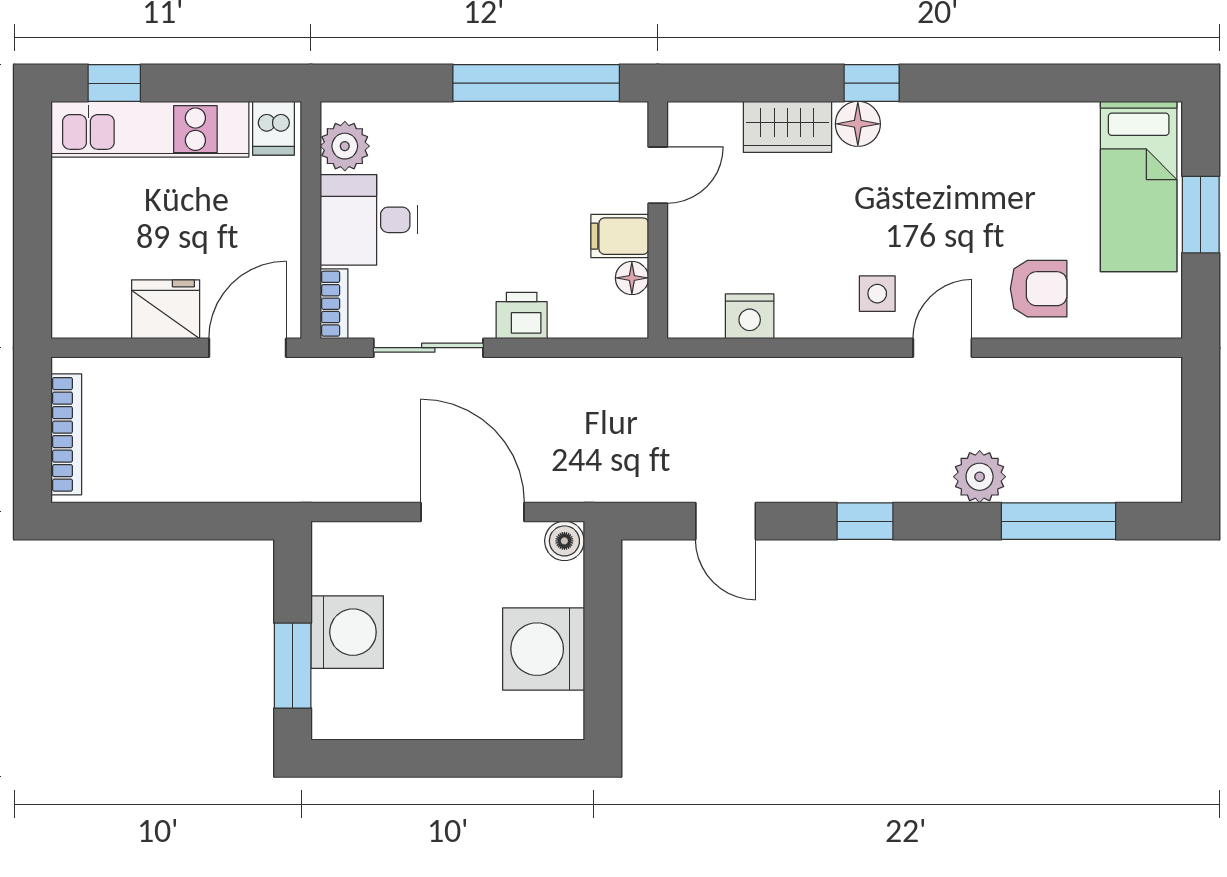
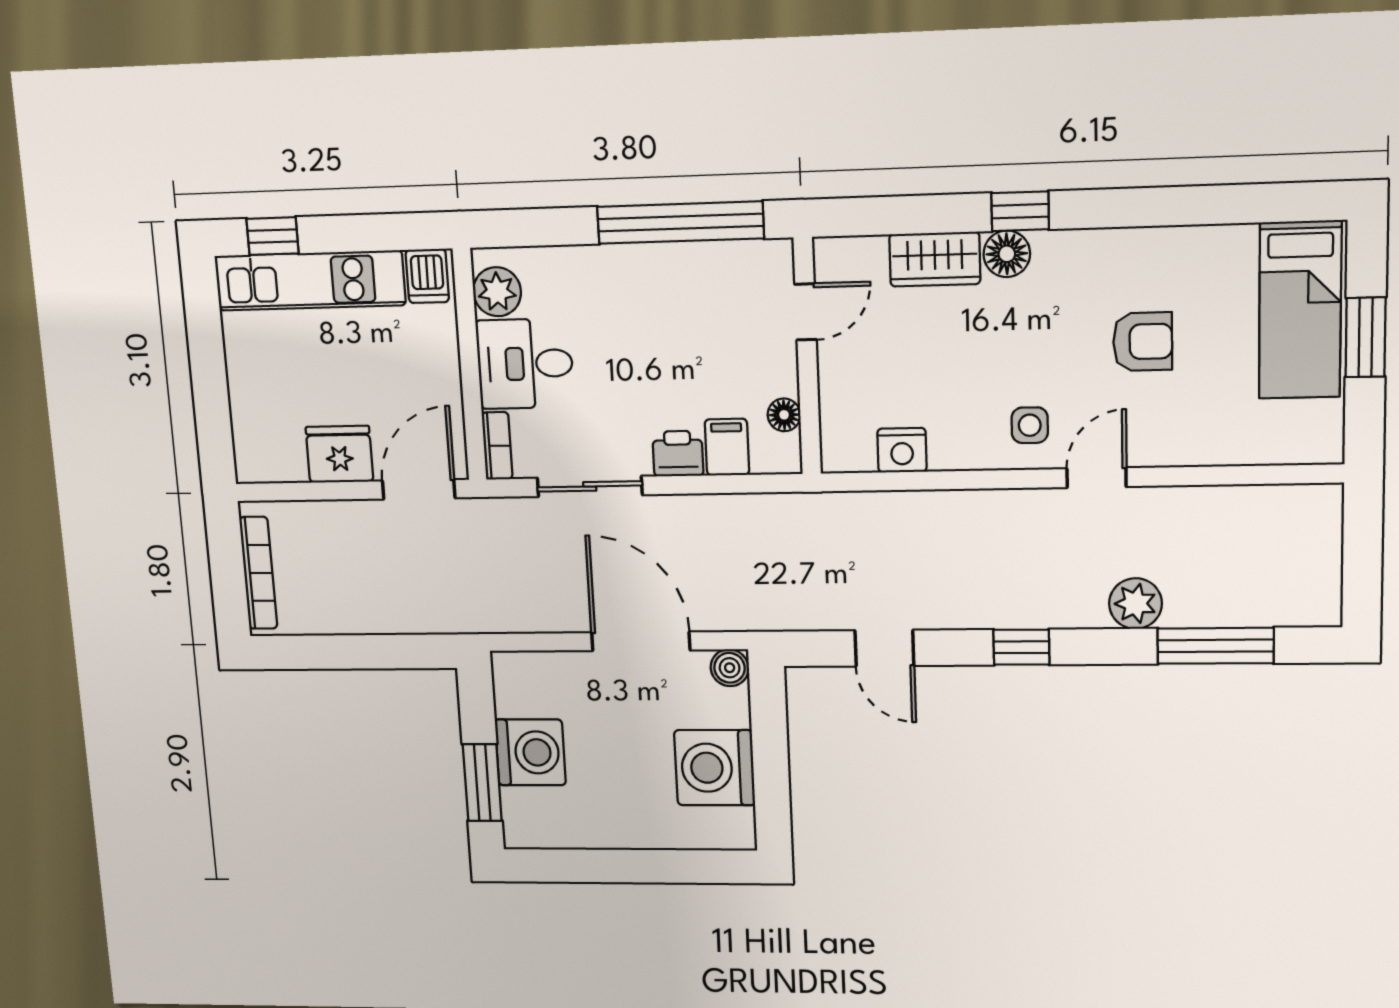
filing cabinet: (620, 236) -> (727, 447), moved, turned 90
armchair: (1039, 289) -> (1143, 342), moved

